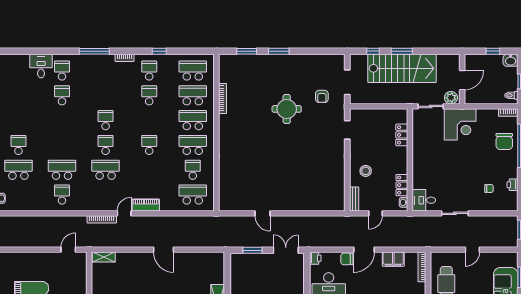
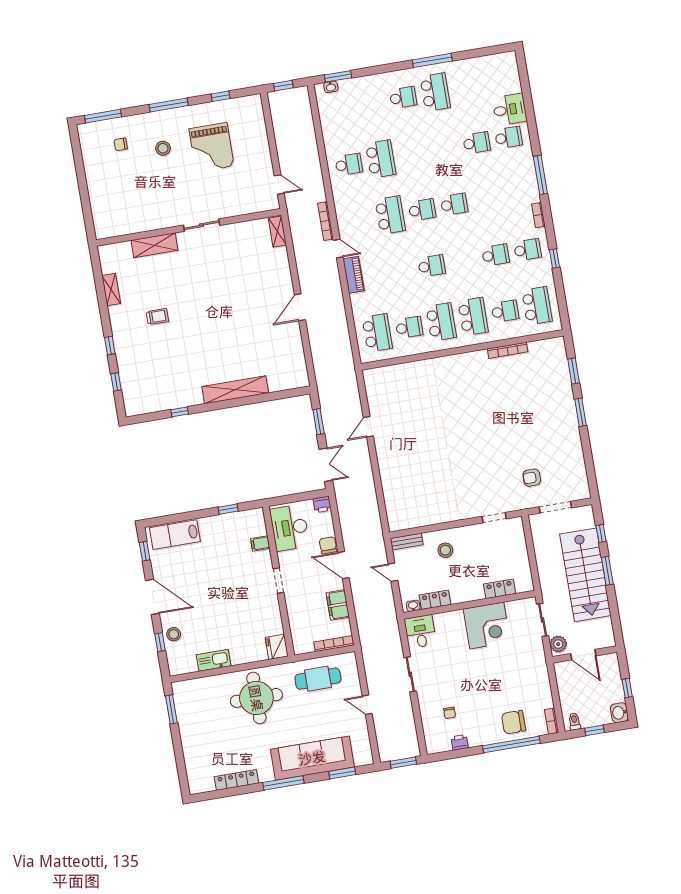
school desk: (193, 95) -> (505, 311), width x0.54
round table: (287, 109) -> (508, 435), removed
corner desk: (460, 124) -> (487, 626), moved, turned -90
school desk: (18, 170) -> (435, 92), moved

